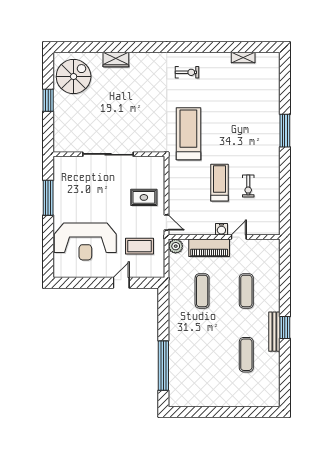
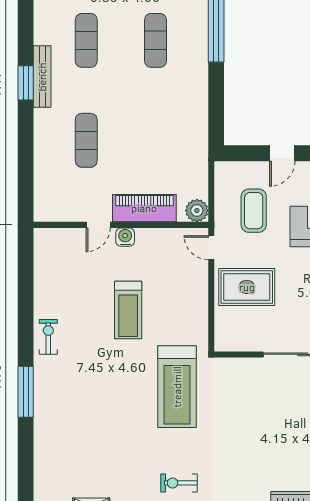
exercise bike: (248, 186) -> (48, 337), moved
rug: (144, 197) -> (247, 287), width x1.36, depth x1.43
coffee table: (139, 246) -> (254, 211), turned 90
exercise mat: (202, 291) -> (155, 40), moved

